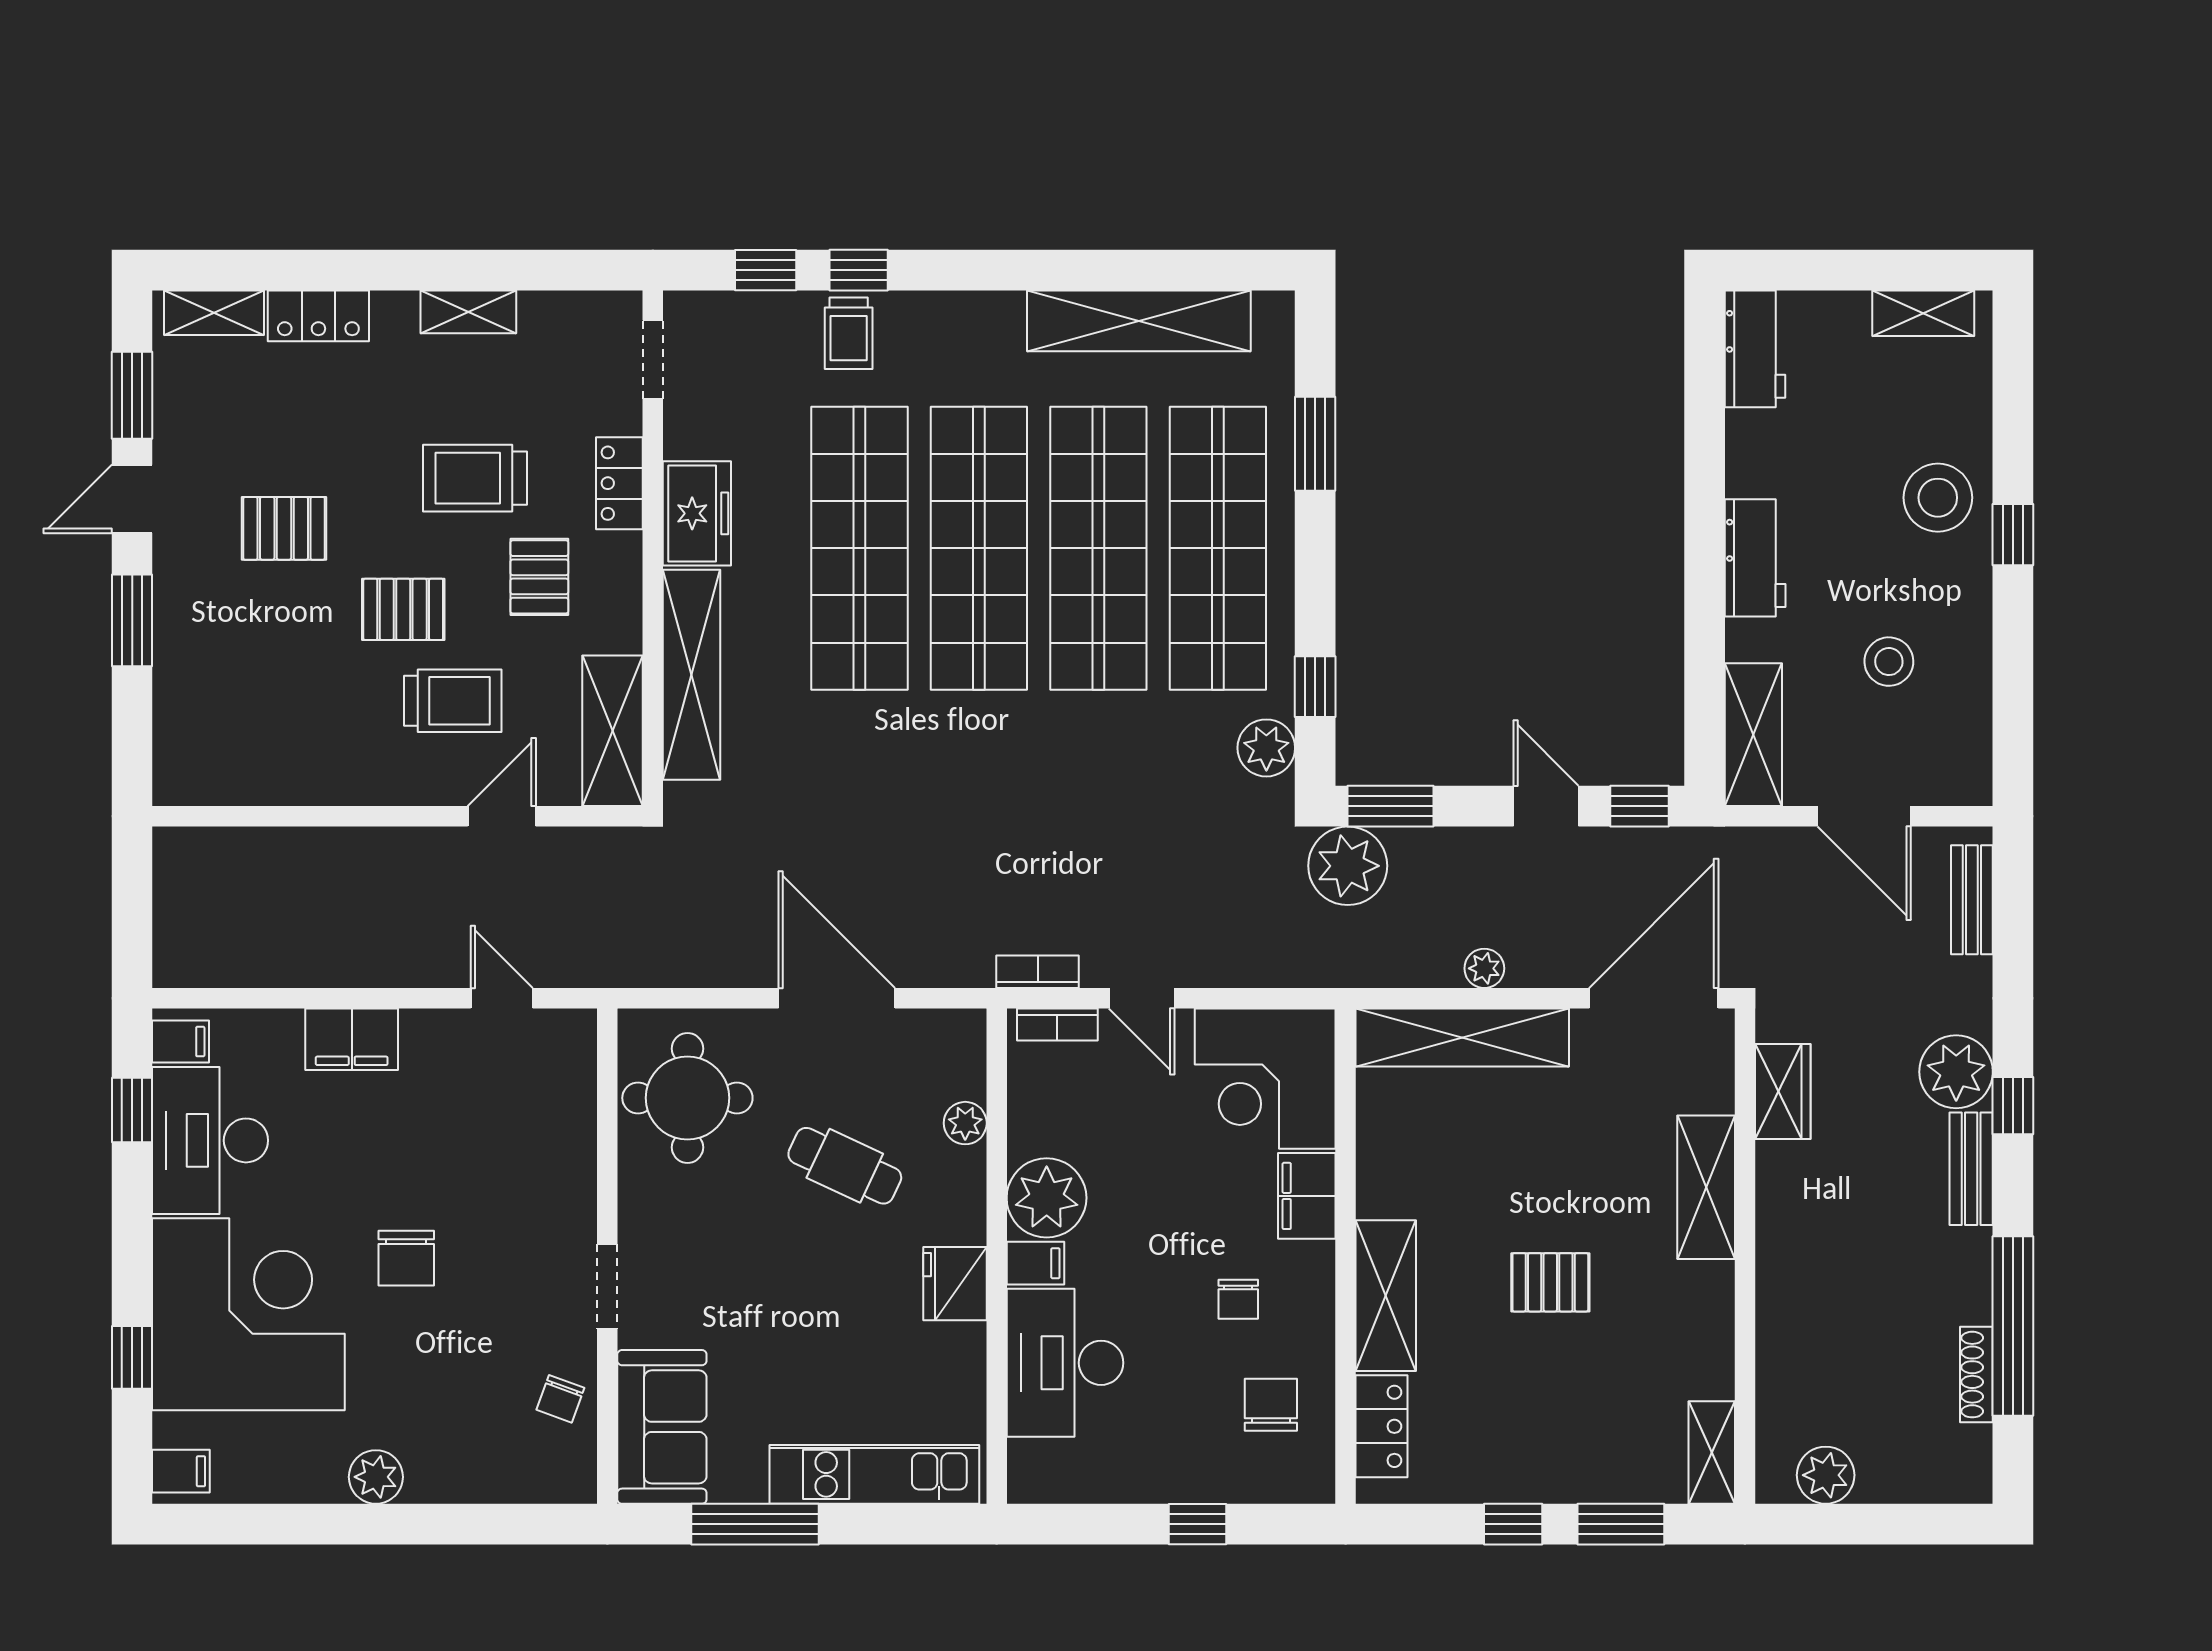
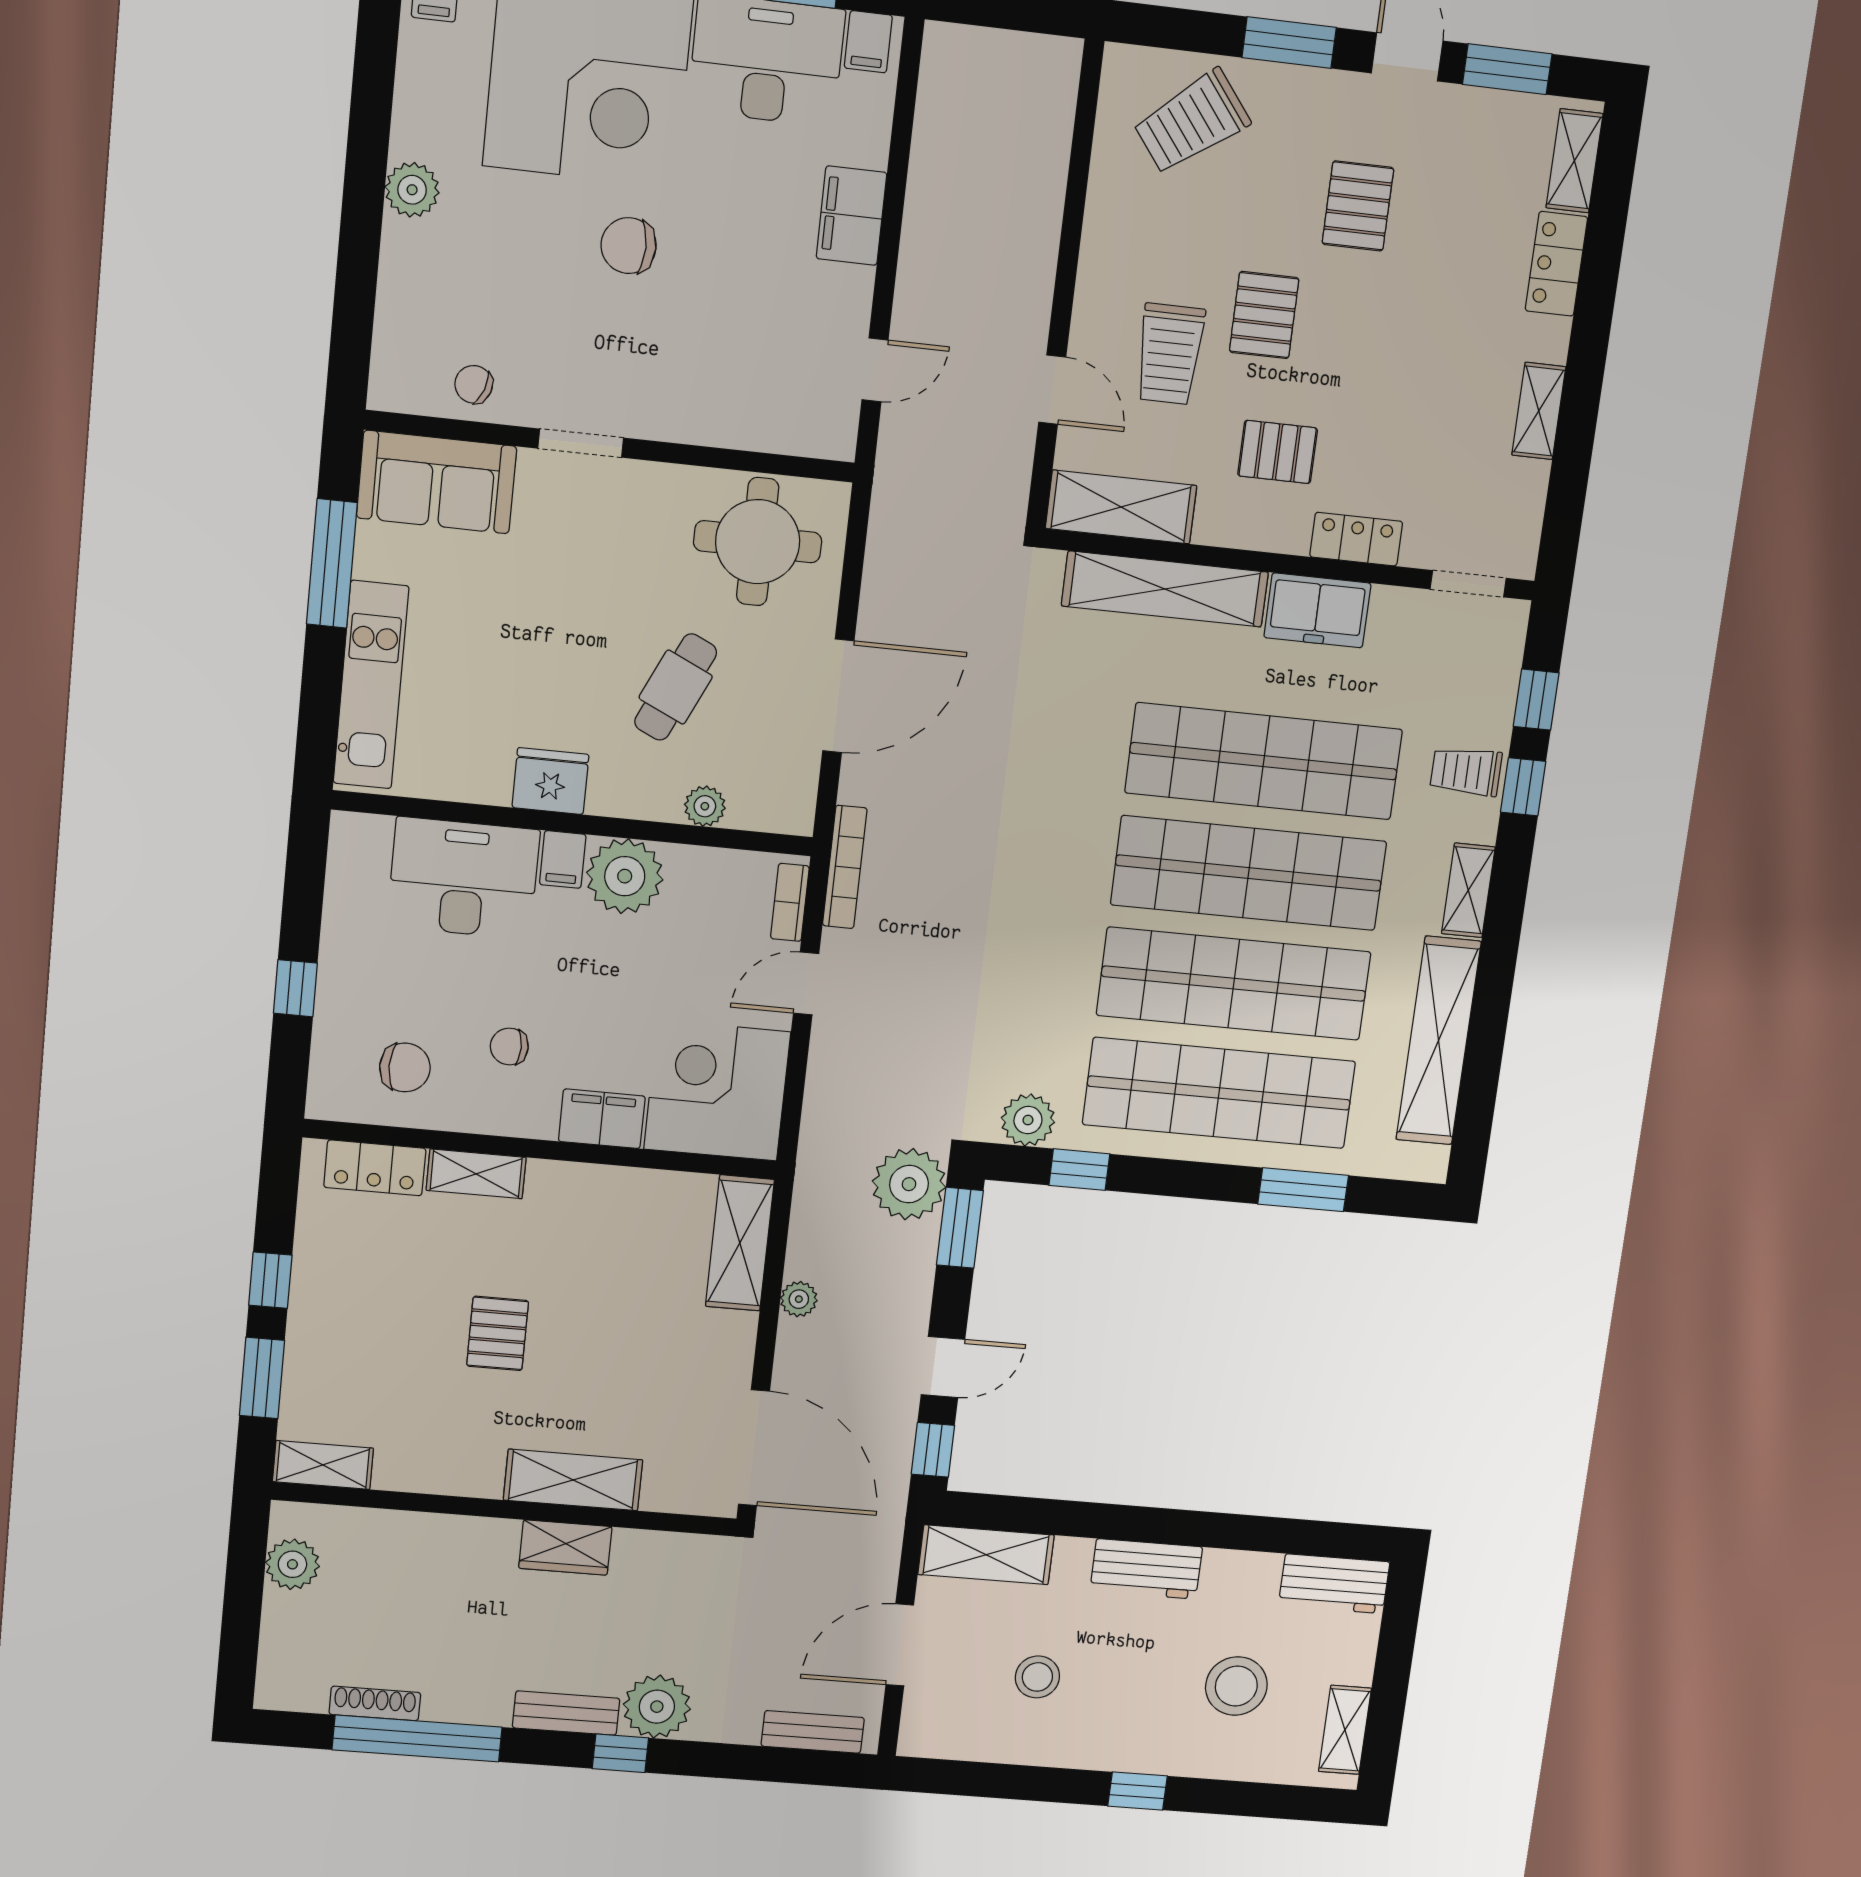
shelving: (974, 312) -> (1468, 890), added
trolley: (475, 478) -> (1192, 122), moved, turned -128
stool: (1938, 498) -> (1236, 1686), moved
bookcase: (1038, 972) -> (845, 867), width x1.56
shelving: (1462, 1037) -> (740, 1243), width x0.68
wardrobe: (1783, 1092) -> (565, 1547), moved
shelving: (1386, 1296) -> (476, 1174), width x0.67, depth x0.75

